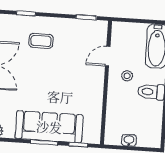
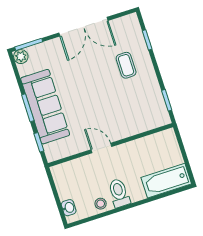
door: (108, 56) -> (101, 148), moved
stool: (127, 76) -> (101, 204), moved
washbasin: (129, 140) -> (69, 208), moved

